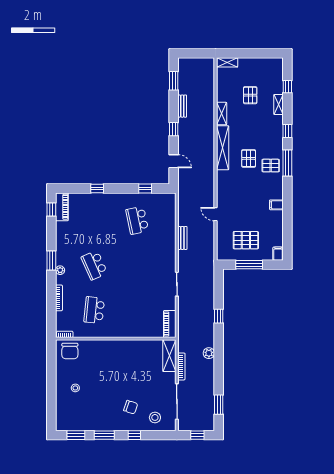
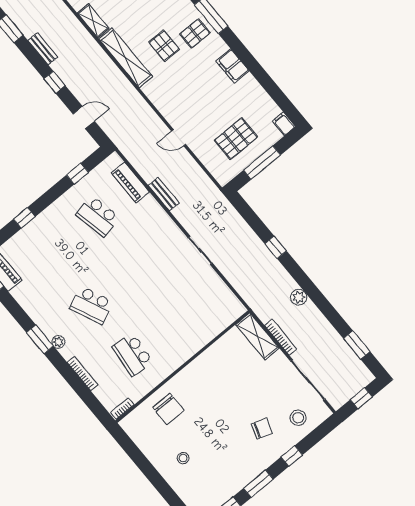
filing cabinet: (276, 205) -> (233, 66), width x2.00
piano: (170, 324) -> (130, 182), moved
chair: (70, 351) -> (168, 409), moved

